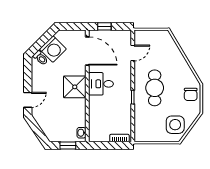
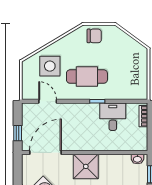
desk: (101, 84) -> (113, 117), moved, turned 180
side table: (175, 125) -> (50, 66), moved

